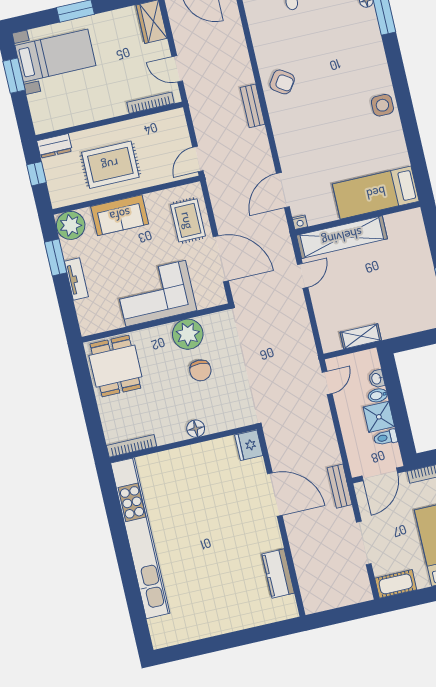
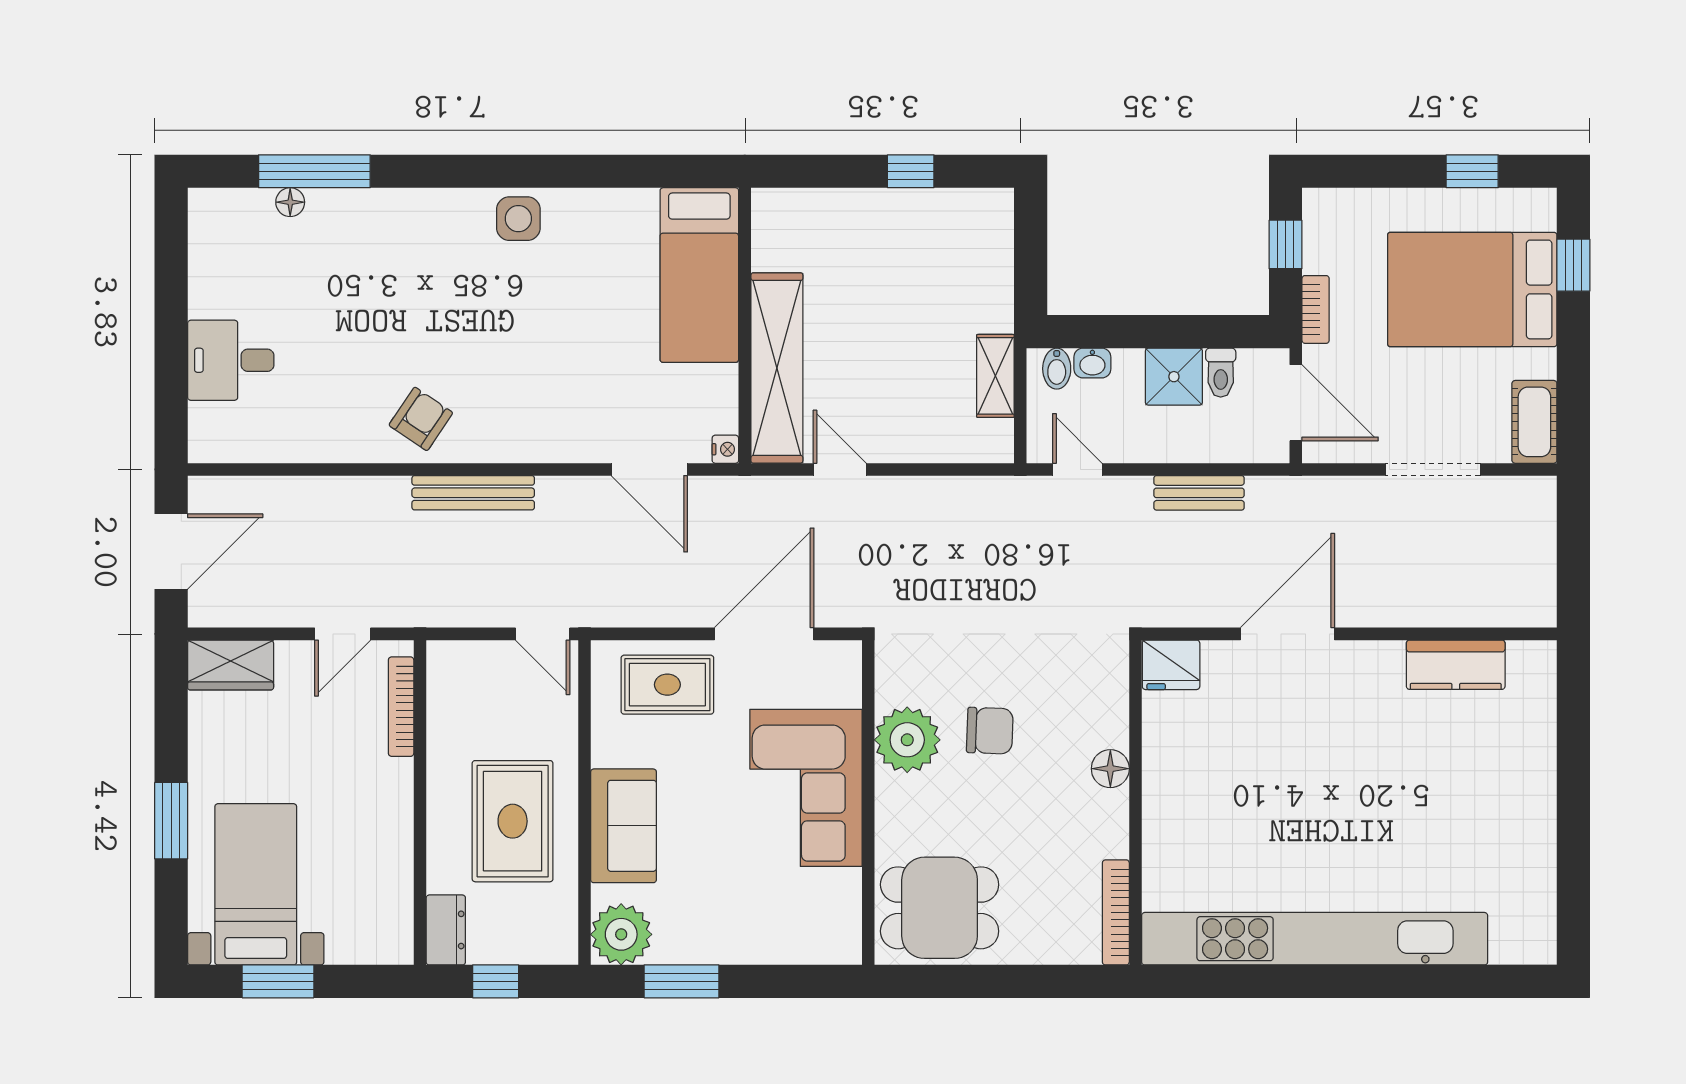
bench: (253, 106) -> (473, 493), width x1.36
tv unit: (76, 279) -> (737, 948), removed
bidet: (378, 395) -> (1057, 369), moved
bench: (340, 486) -> (1199, 493), moved

